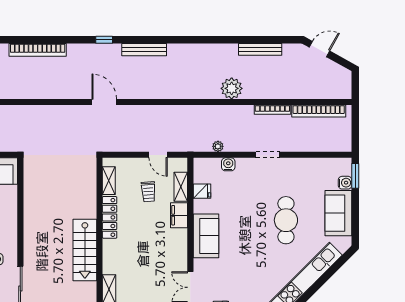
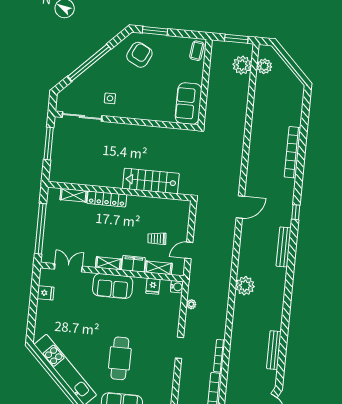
plant: (232, 88) -> (245, 286), moved
water cooler: (228, 164) -> (177, 287), moved
shelving: (109, 181) -> (108, 263), moved
locker: (110, 217) -> (107, 199), moved
cafe table: (286, 220) -> (120, 358), turned 90
stairs: (85, 250) -> (151, 181), moved

